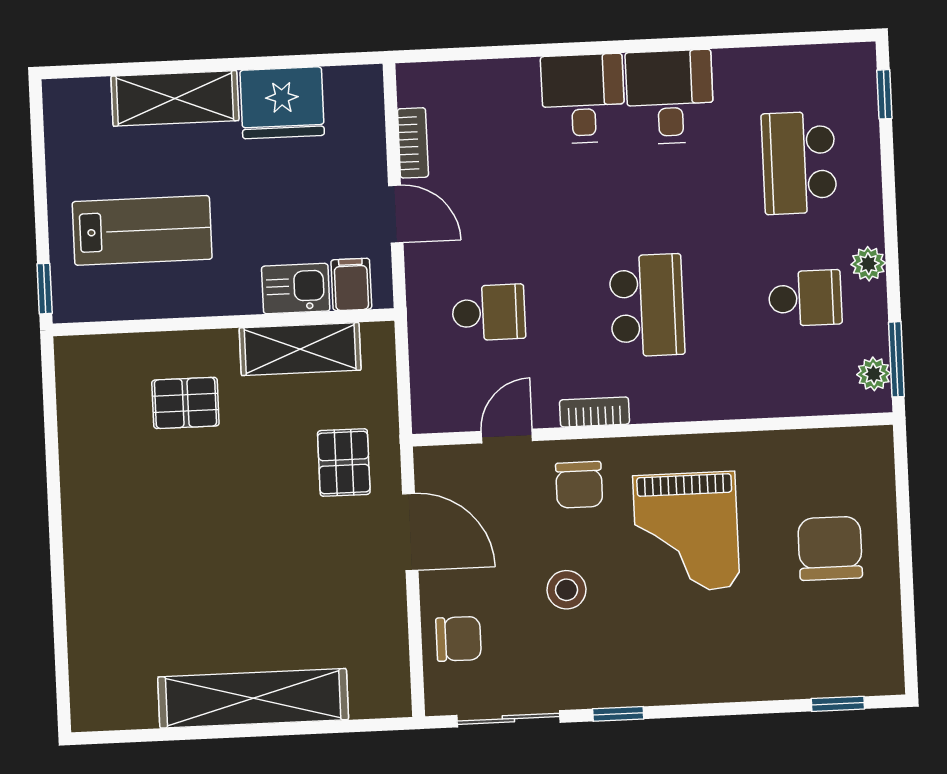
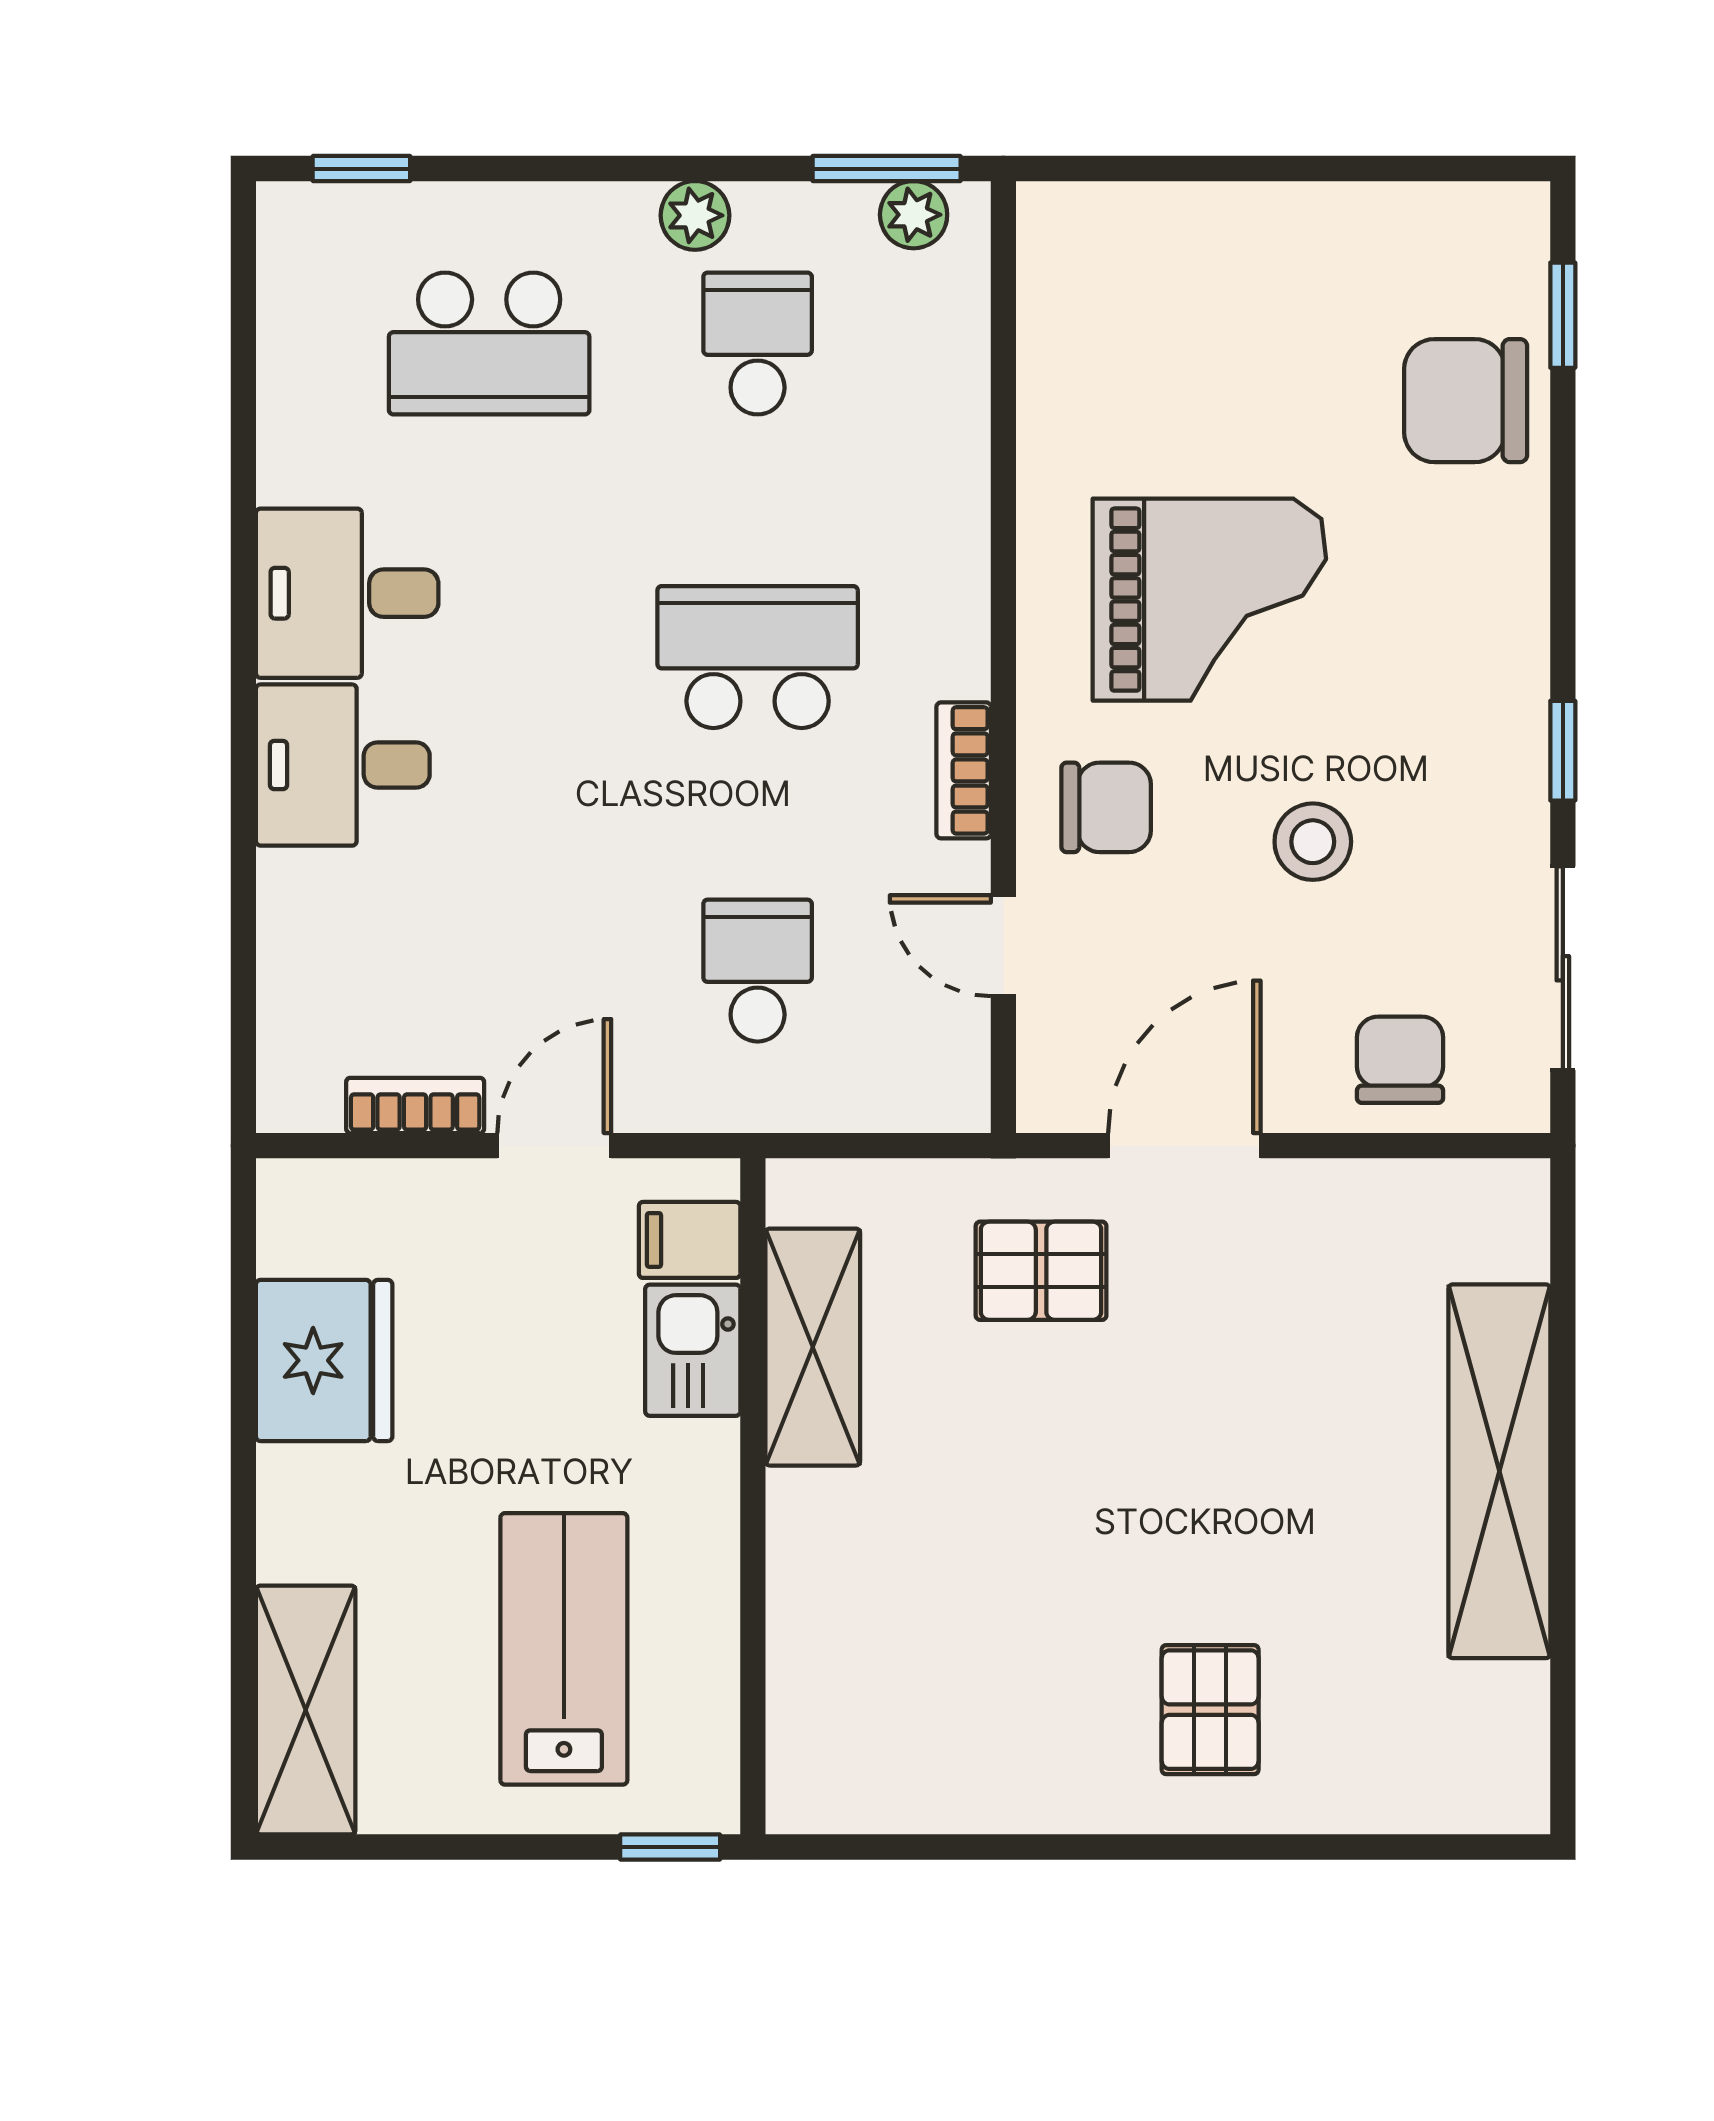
shelving: (175, 98) -> (306, 1710), moved
pallet: (185, 403) -> (1210, 1710), moved
chair: (830, 548) -> (1466, 401), moved

